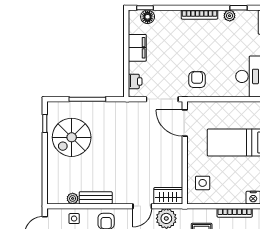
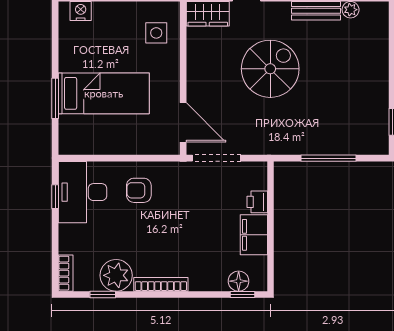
plant: (230, 16) -> (116, 275), width x1.88, depth x1.88
armchair: (197, 80) -> (139, 190), moved, turned 90
printer: (135, 81) -> (257, 202), moved
spiral stairs: (72, 137) -> (270, 69), moved

